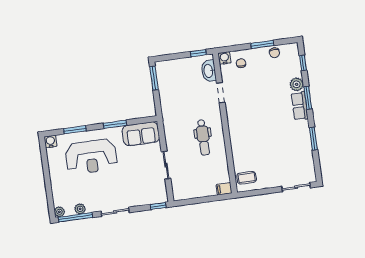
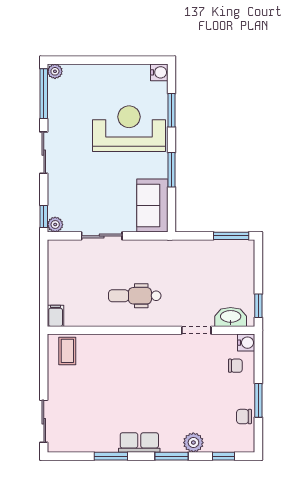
row of seats: (300, 106) -> (139, 443), moved
reception desk: (91, 157) -> (129, 129), turned 90
plant: (80, 209) -> (55, 224), moved

